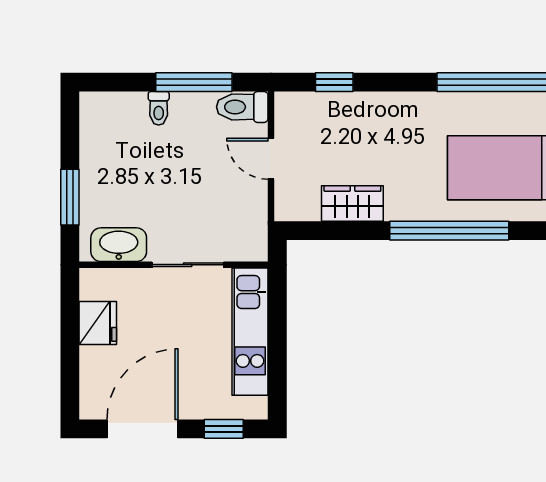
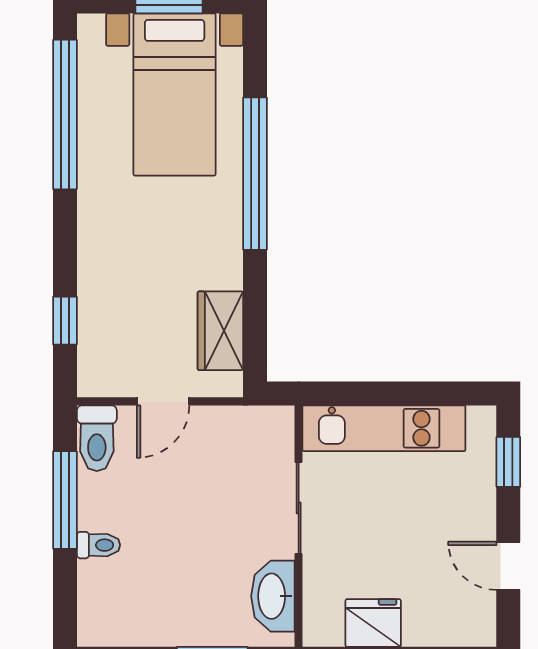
wardrobe: (352, 204) -> (220, 331), moved
door: (142, 429) -> (508, 566), width x0.53

